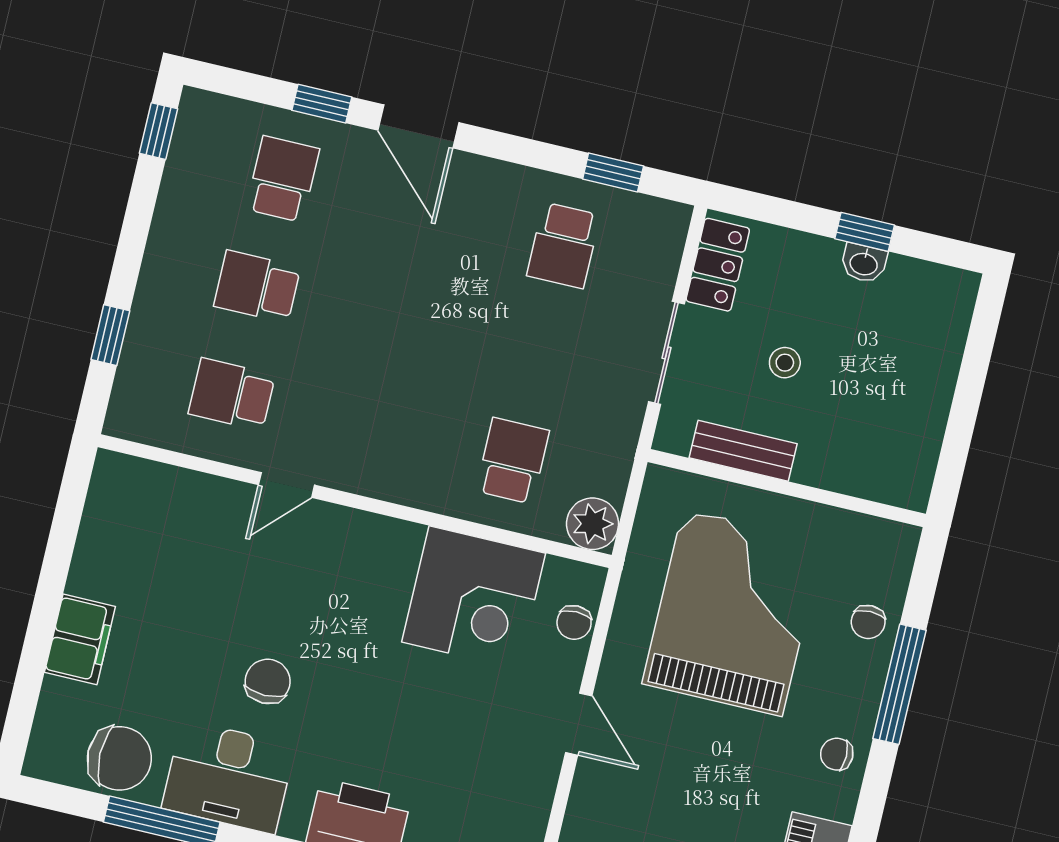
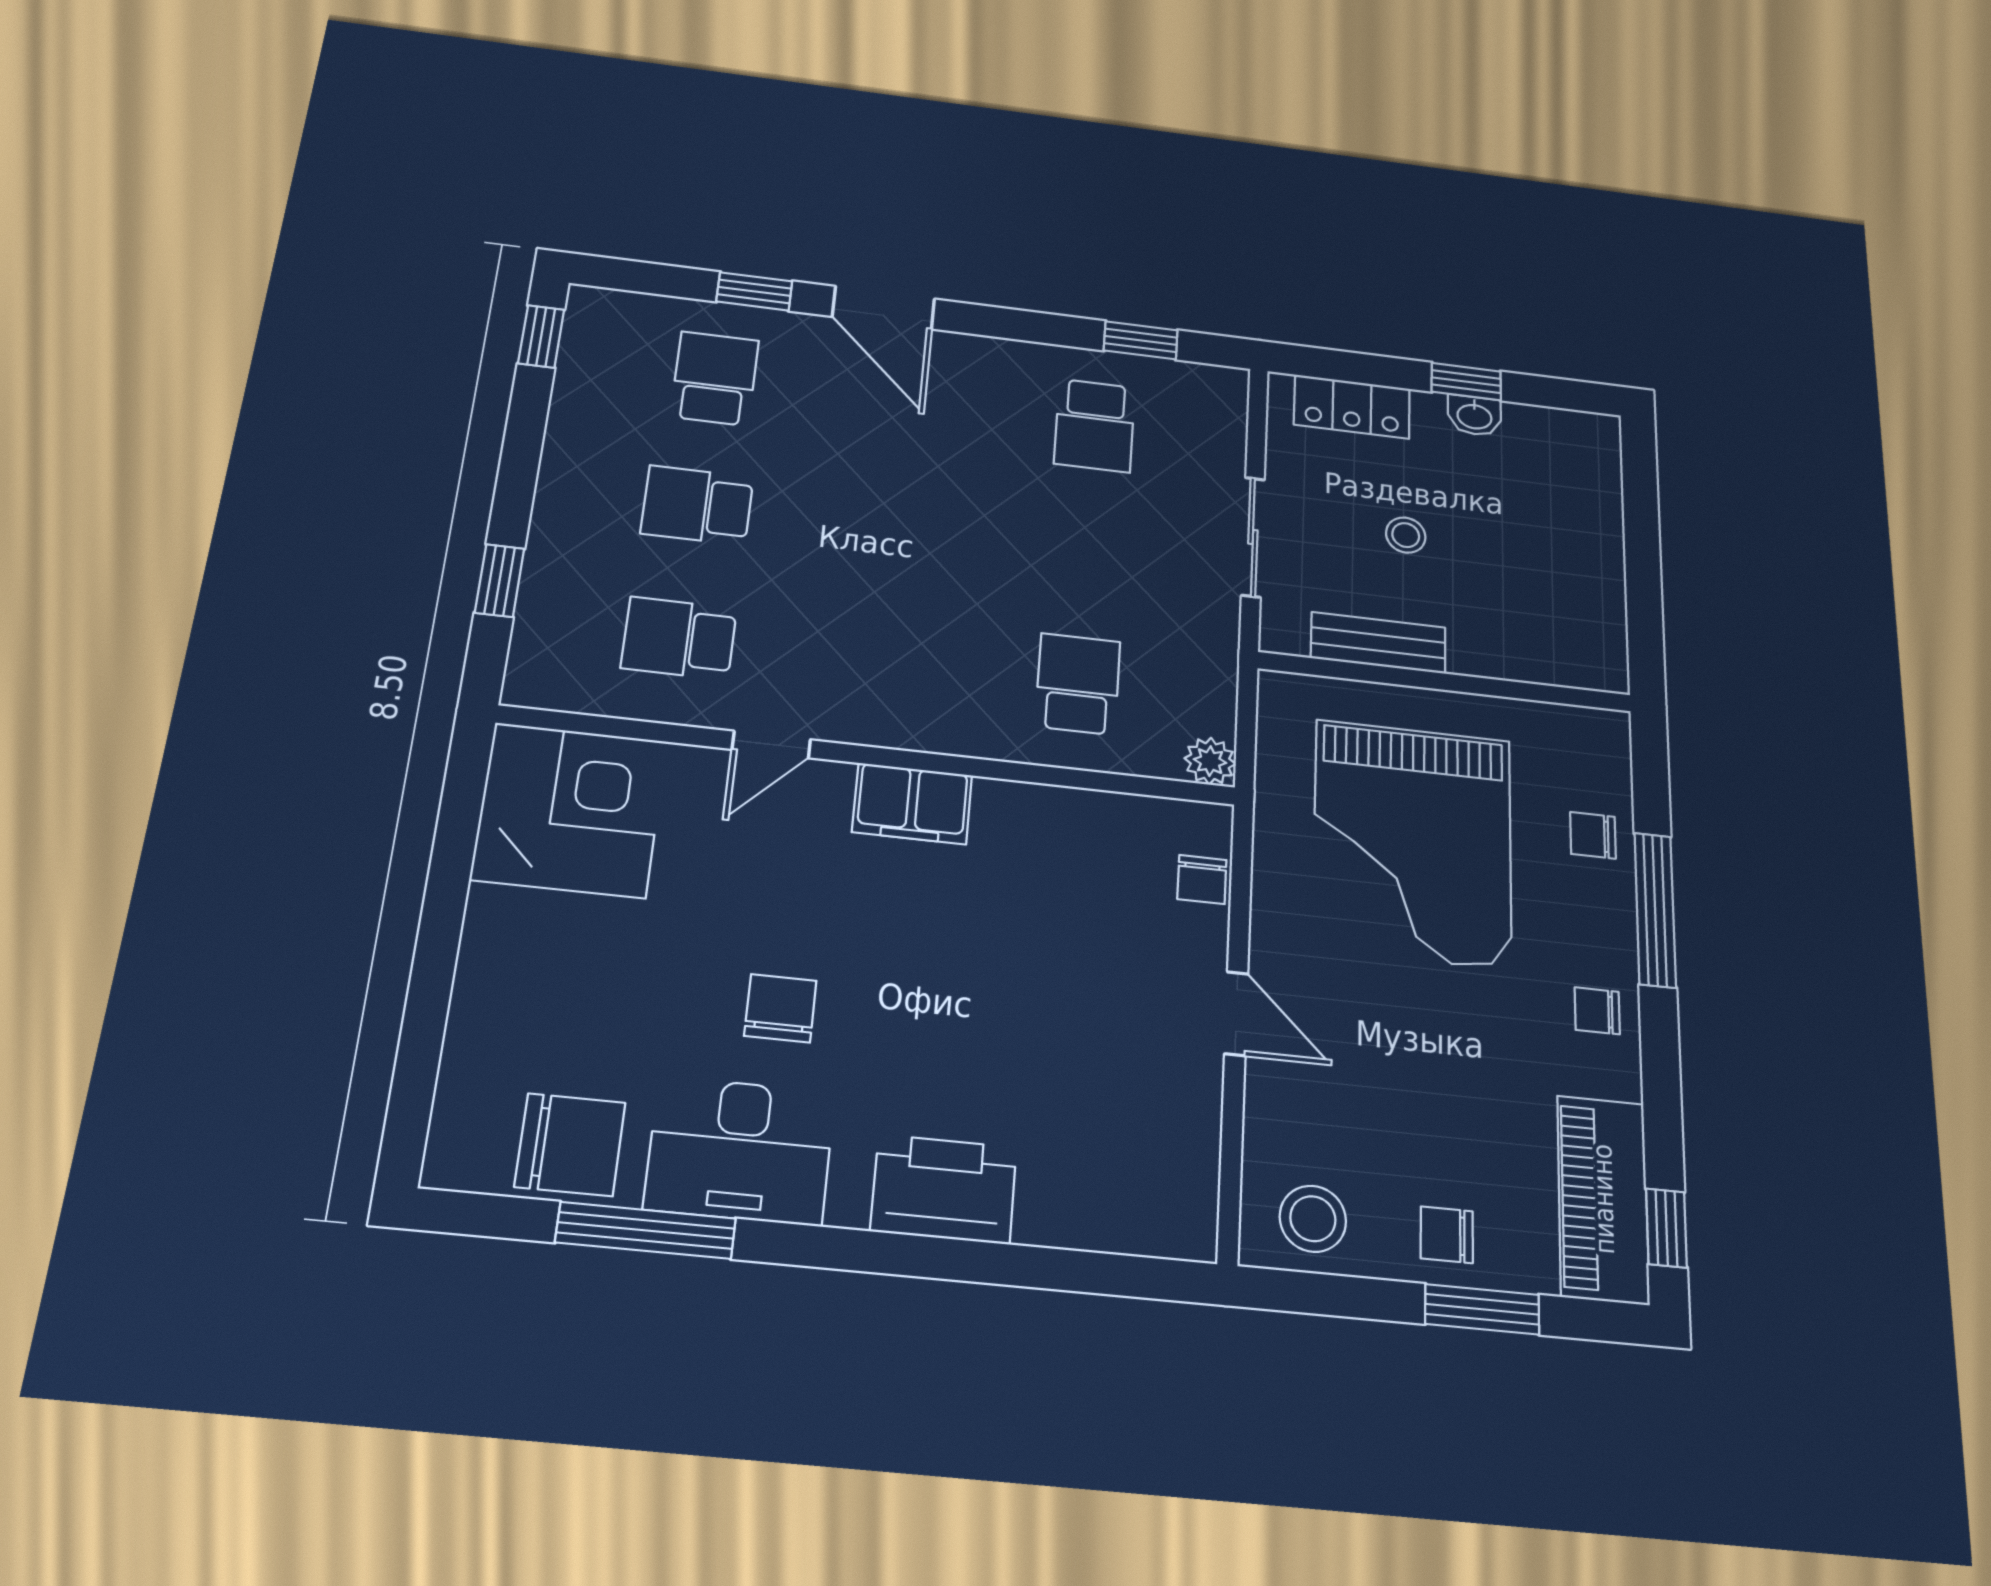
locker: (718, 265) -> (1352, 407), moved, turned 90
plant: (593, 524) -> (1210, 761), width x0.73, depth x0.73
corner desk: (474, 598) -> (570, 810), moved, turned -90
grand piano: (733, 613) -> (1413, 843), turned 180
chair: (868, 622) -> (1593, 835), turned 90
filing cabinet: (80, 639) -> (912, 804), moved, turned 90

